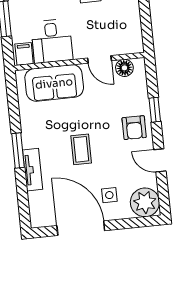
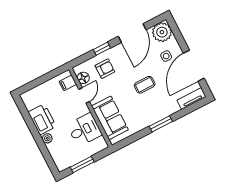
filing cabinet: (24, 54) -> (68, 83), moved
armchair: (134, 128) -> (105, 69), moved
door: (160, 160) -> (132, 33), width x1.88
tv unit: (33, 170) -> (192, 98), moved

